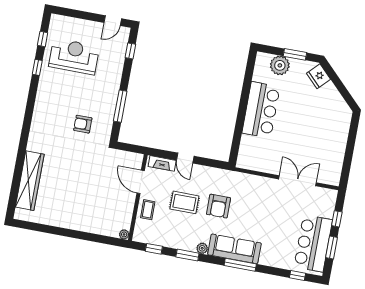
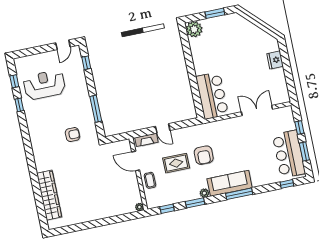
plant: (280, 65) -> (194, 29), moved
fridge: (319, 76) -> (275, 60), moved, turned 45
bar counter: (261, 110) -> (212, 96), moved
armchair: (83, 124) -> (72, 135), turned 180

